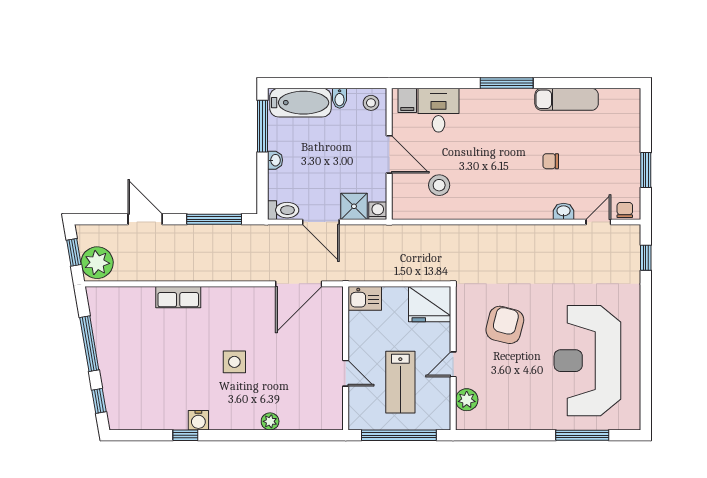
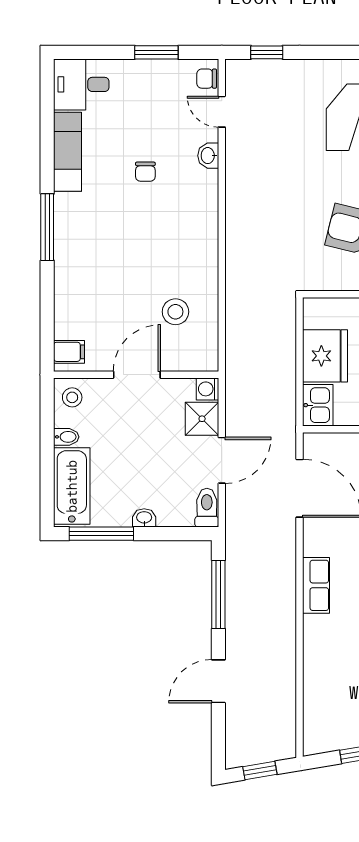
desk: (438, 110) -> (81, 84), moved
plant: (97, 263) -> (273, 741), removed
row of seats: (178, 297) -> (316, 585), moved
fridge: (430, 304) -> (325, 356), moved

